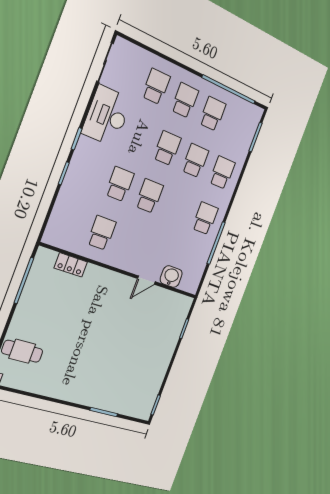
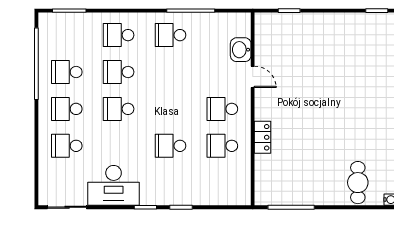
school desk: (149, 196) -> (222, 109), moved
locker: (71, 265) -> (263, 137), moved

